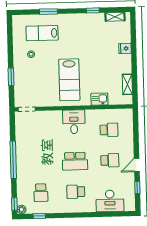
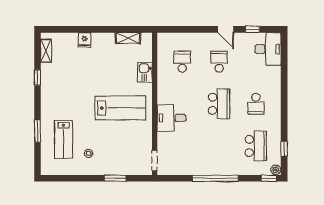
desk: (74, 122) -> (171, 118), moved
school desk: (41, 193) -> (256, 146), width x1.85
desk: (110, 201) -> (268, 49), moved

